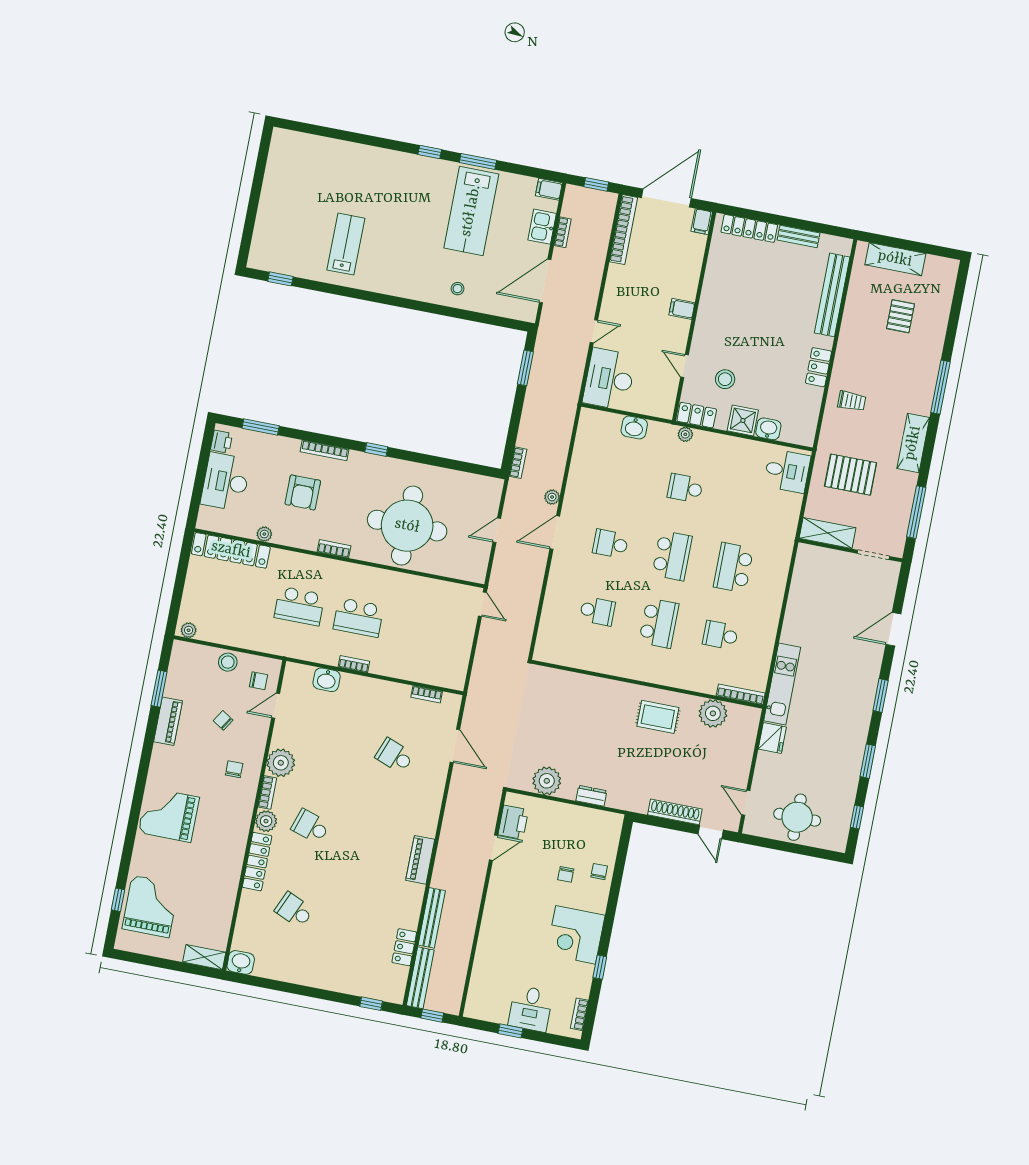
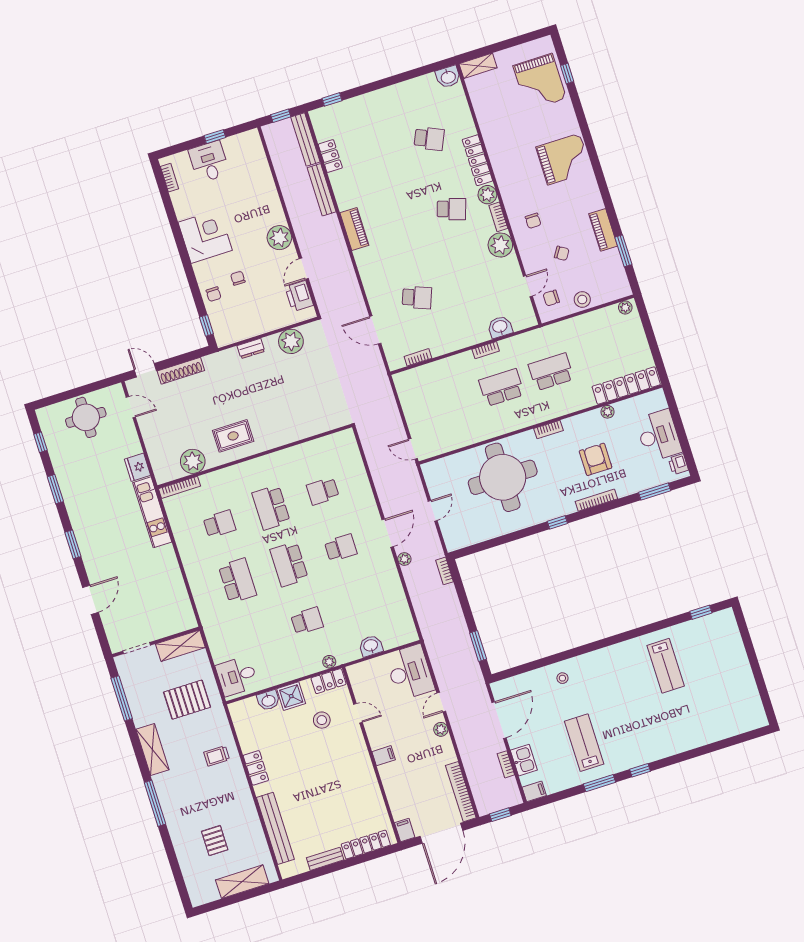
lab bench: (471, 211) -> (584, 743), width x0.73, depth x0.72
plant: (609, 304) -> (441, 729), added
plant: (501, 893) -> (279, 238), added
window: (600, 967) -> (206, 326), moved

